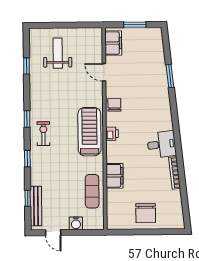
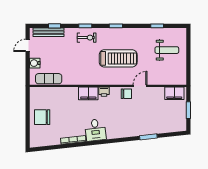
door: (104, 72) -> (140, 86), moved
treadmill: (89, 132) -> (118, 58), moved
exercise bike: (43, 134) -> (87, 38), moved
filing cabinet: (115, 176) -> (88, 93), moved
exercise mat: (92, 191) -> (49, 79), moved

